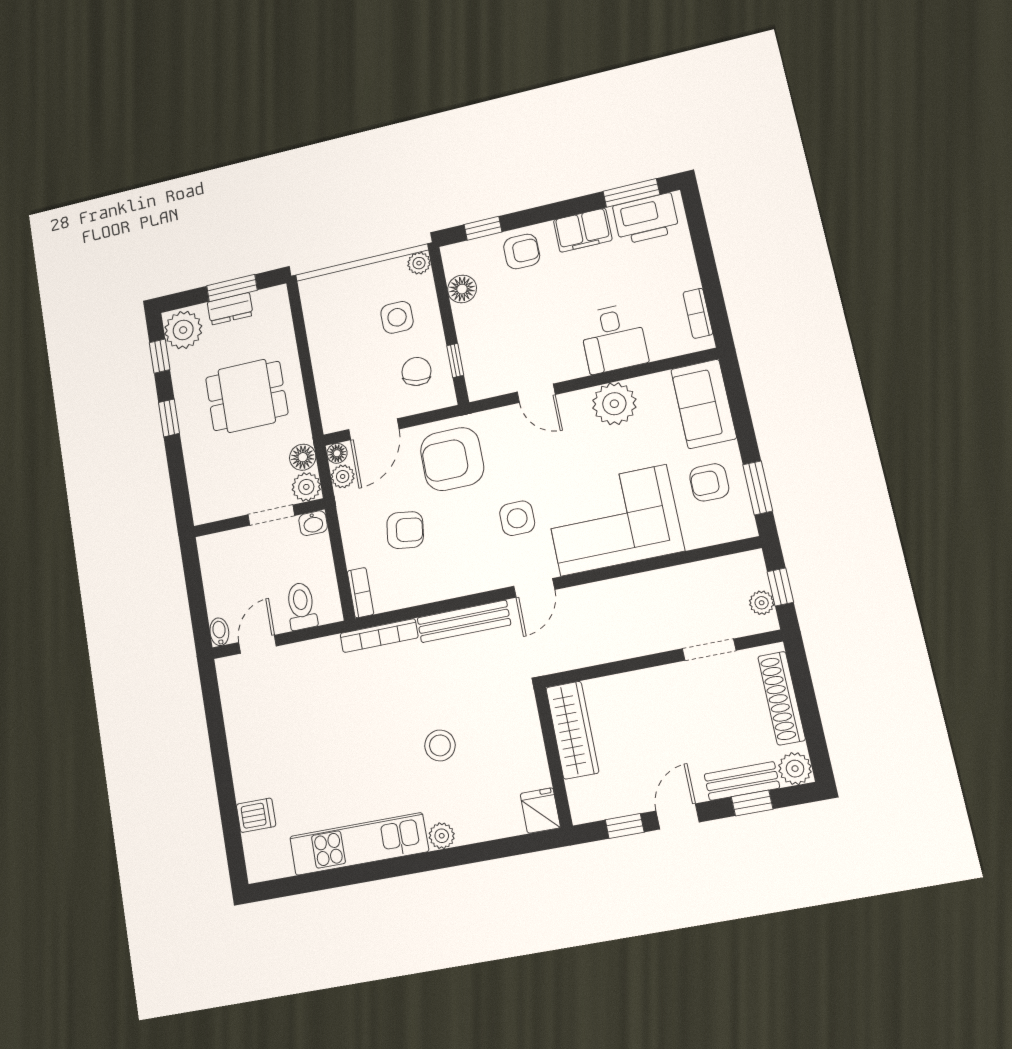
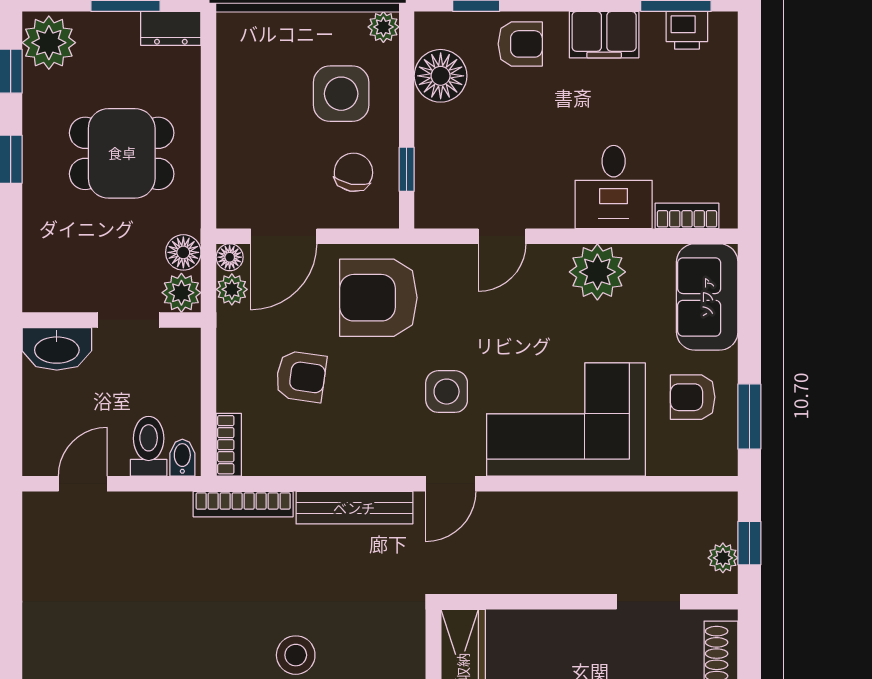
printer: (646, 219) -> (687, 30), width x0.53, depth x0.68
floor lamp: (462, 289) -> (441, 76), width x1.38, depth x1.38
dresser: (230, 309) -> (171, 28), moved
bookcase: (698, 313) -> (687, 216), moved, turned 90
side table: (397, 317) -> (341, 94), width x1.37, depth x1.37
door: (536, 393) -> (502, 236), hinge flipped
washbasin: (313, 523) -> (57, 349), moved, width x1.91, depth x1.45
bidet: (219, 632) -> (182, 458), moved

